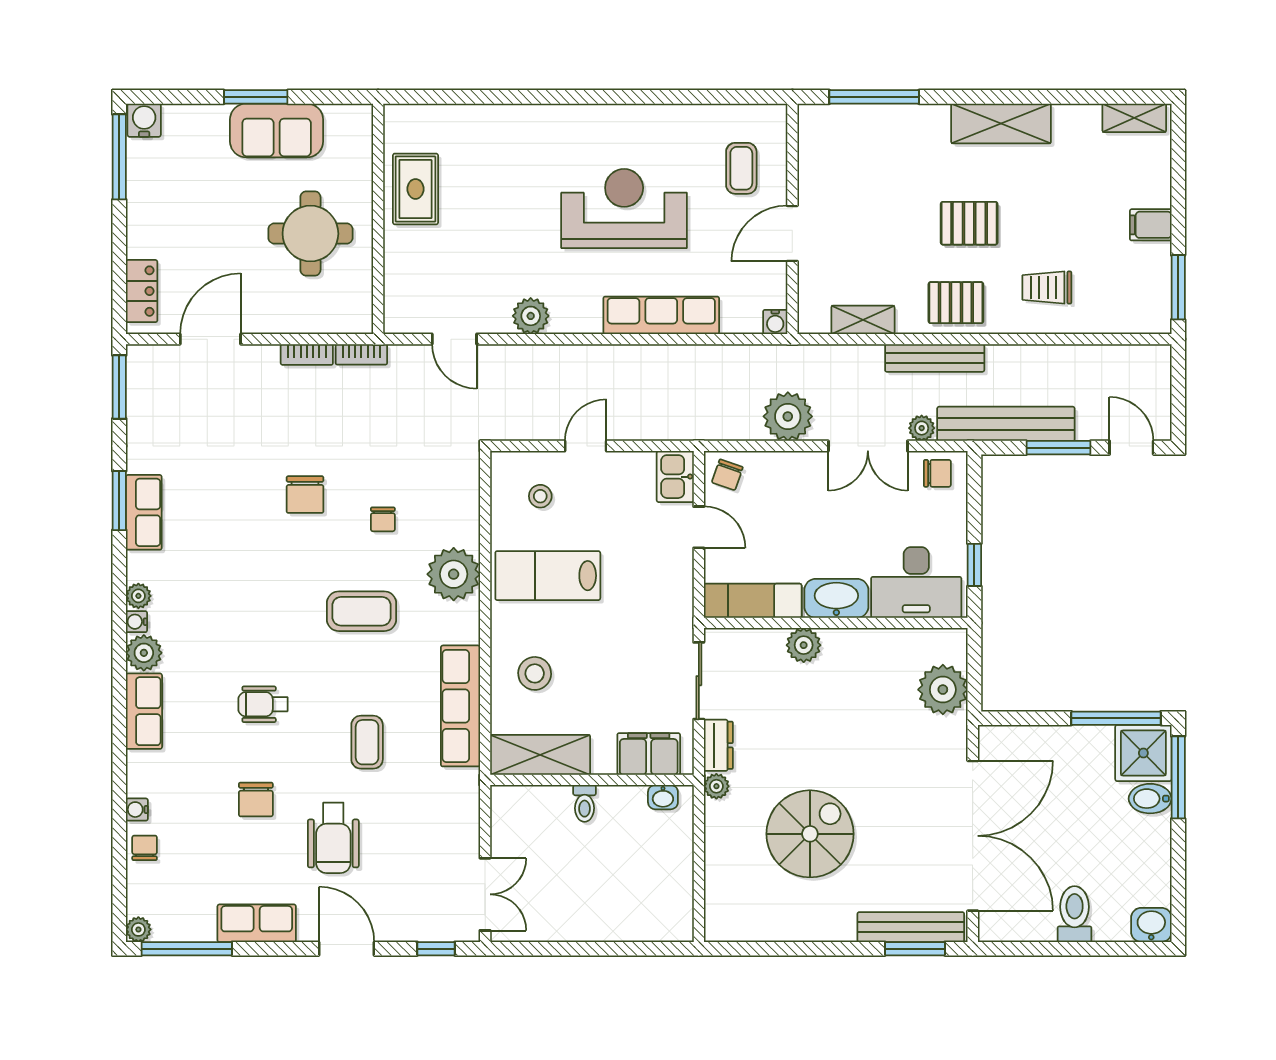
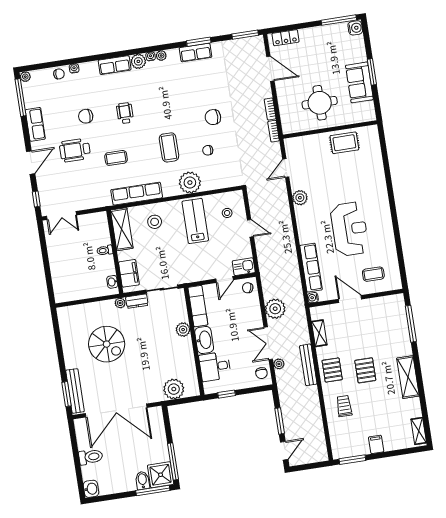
row of seats: (661, 315) -> (311, 268), moved
bench: (1006, 424) -> (286, 398), removed
desk: (916, 583) -> (215, 367), width x0.73

